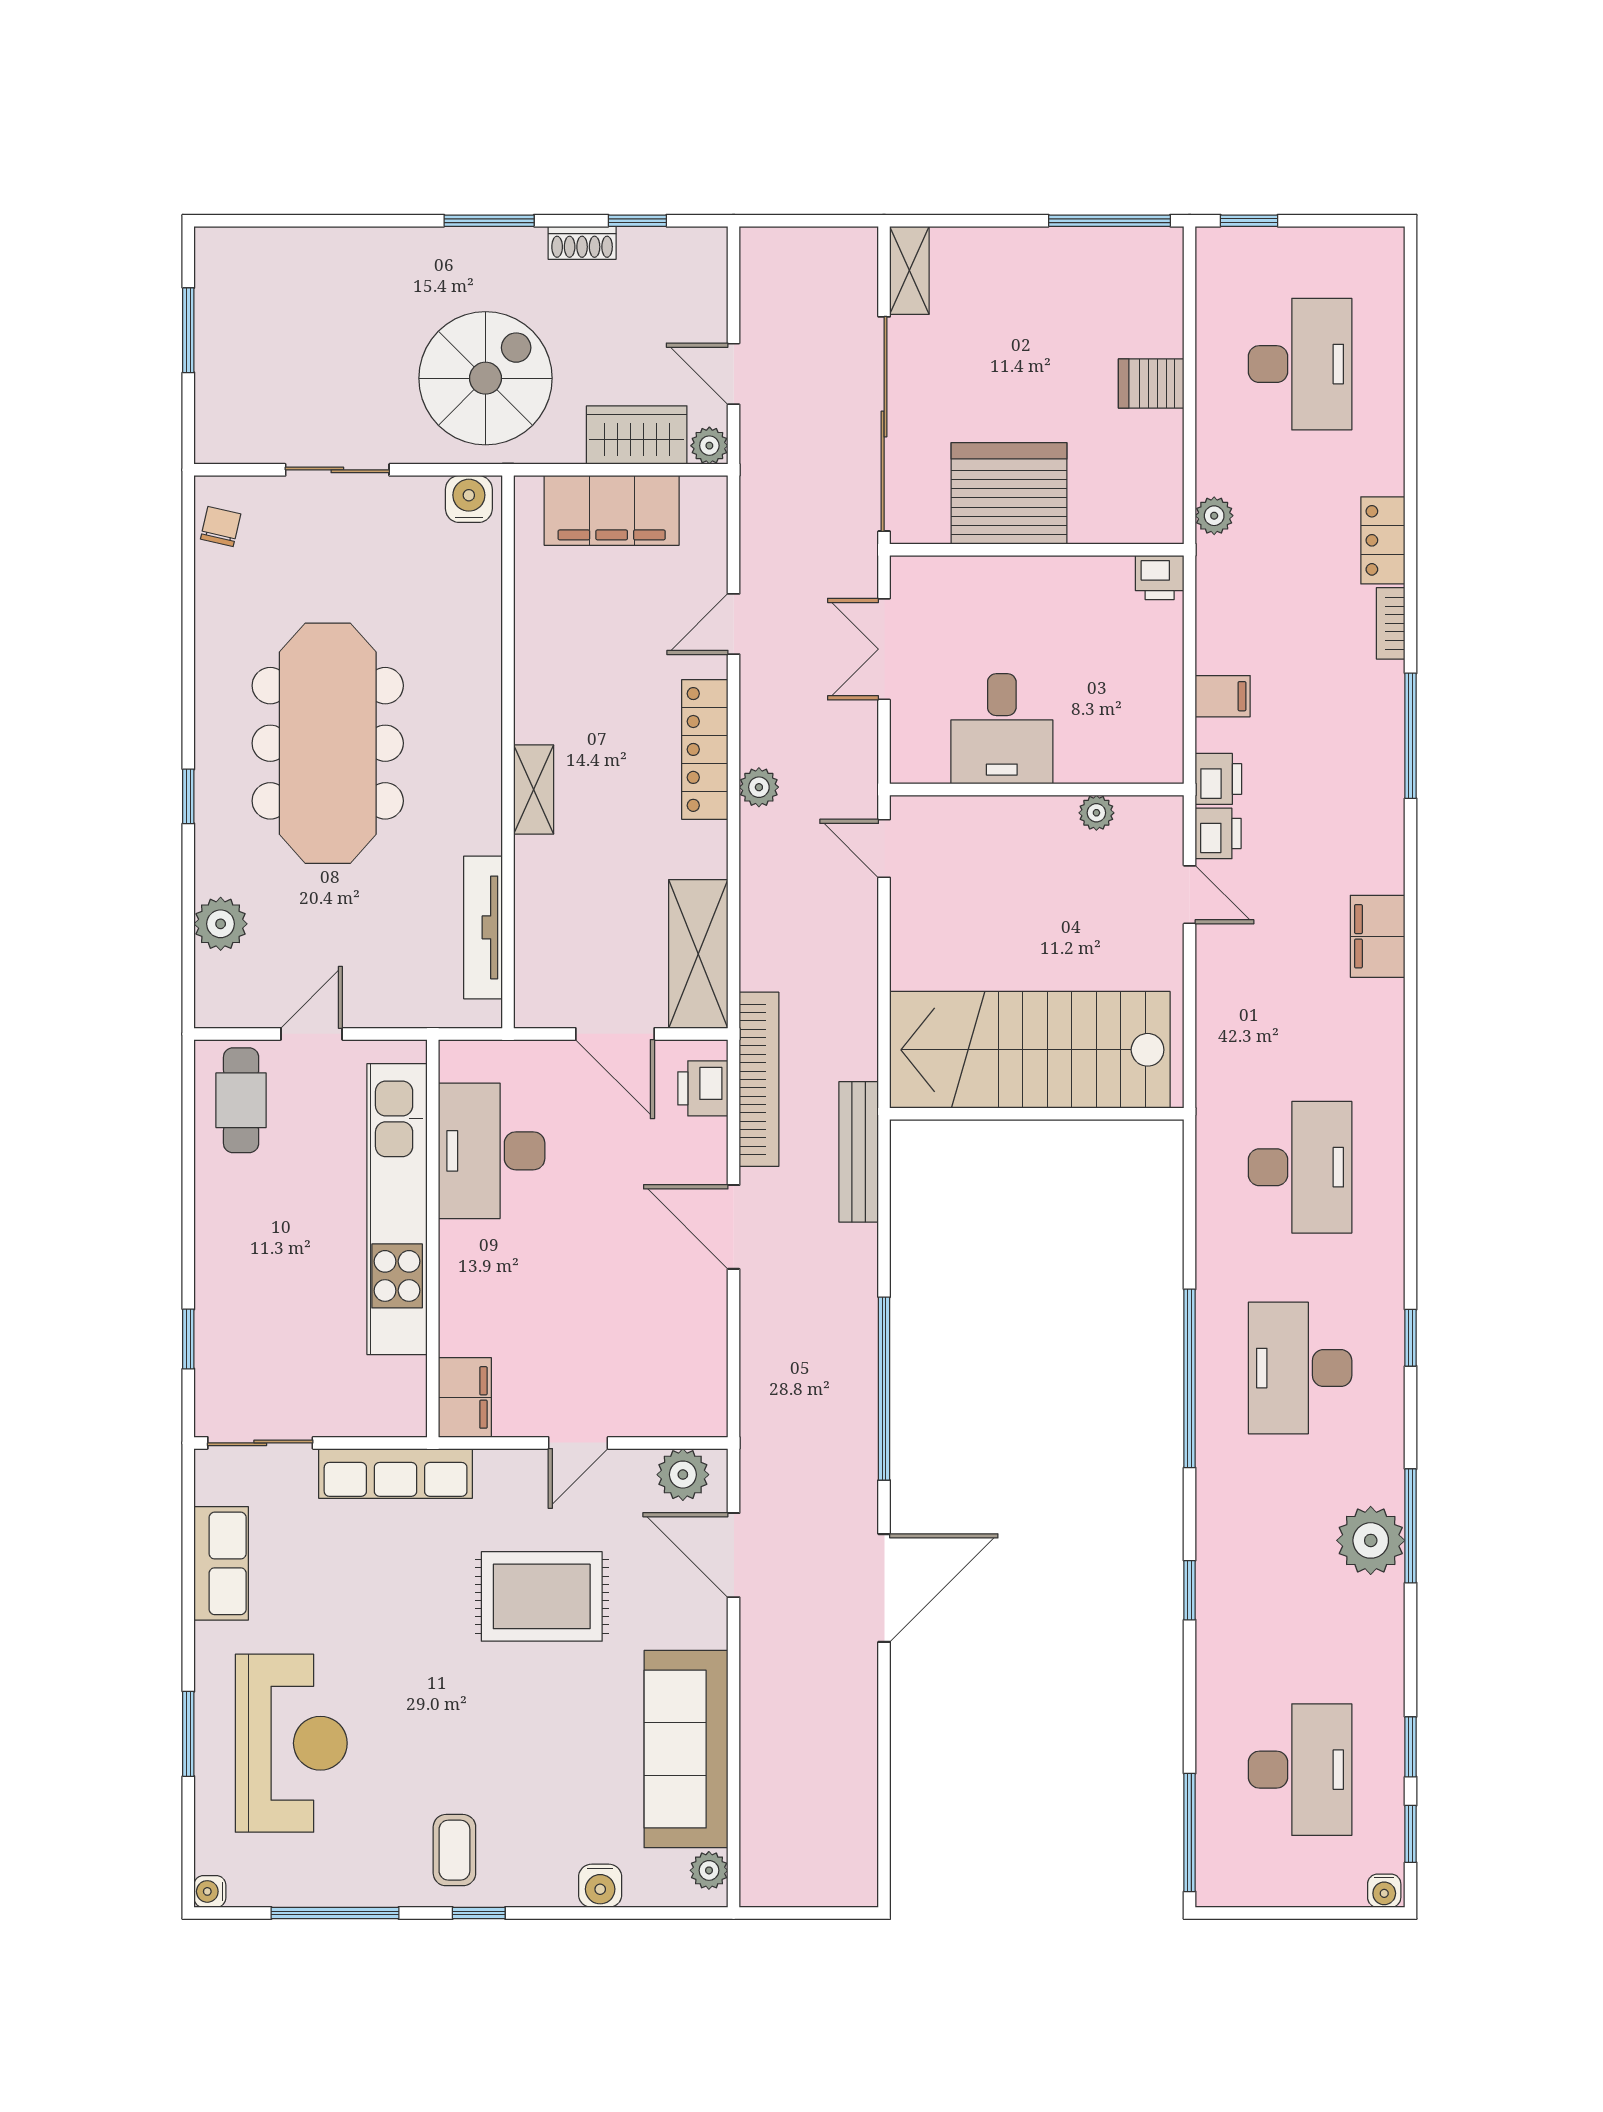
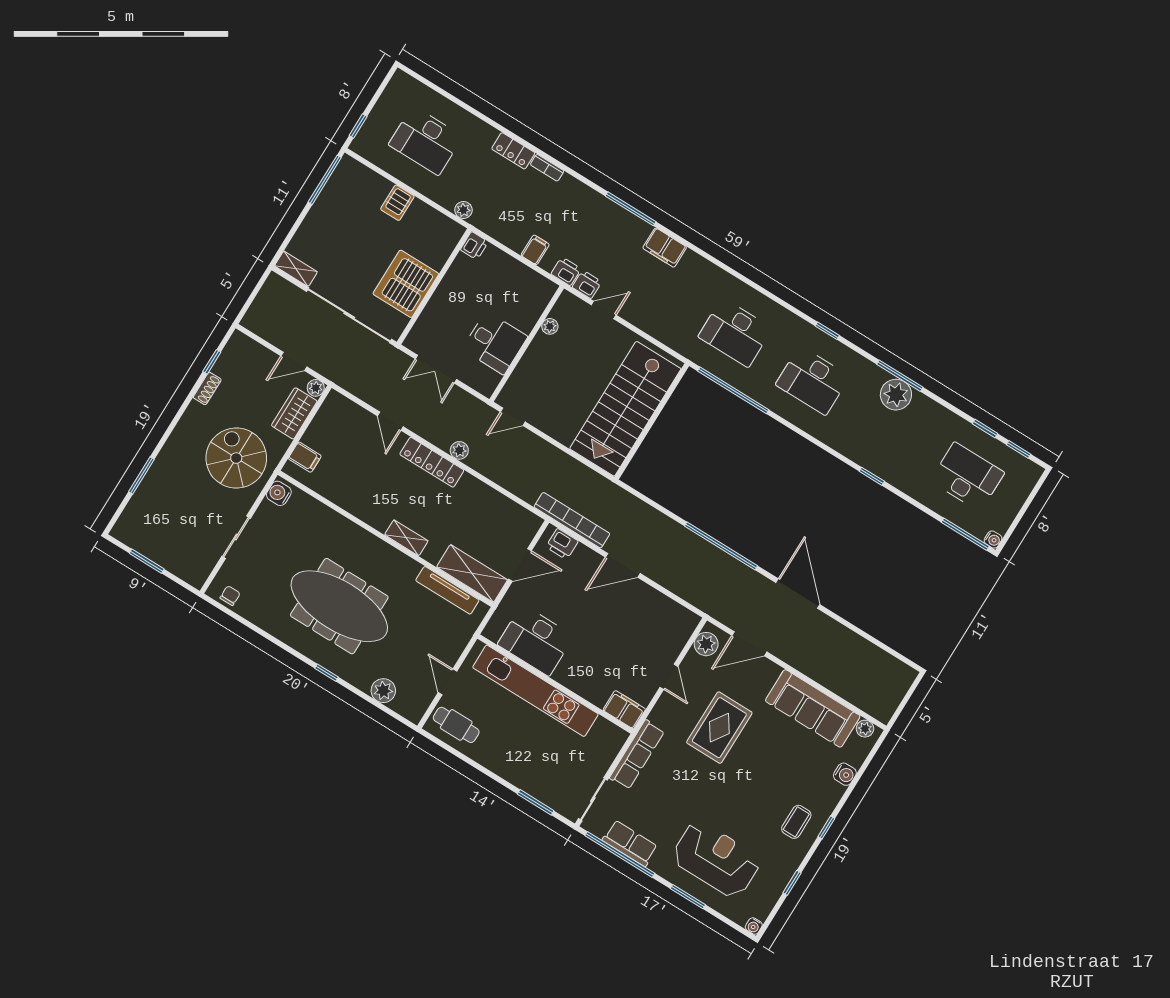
window: (489, 221) -> (141, 475), moved
desk: (1300, 364) -> (426, 141), turned 180
filing cabinet: (612, 510) -> (305, 457), width x0.33, depth x0.86
chair: (221, 526) -> (230, 596), turned 77
window: (1411, 736) -> (631, 209), moved
shelving: (698, 954) -> (472, 573), moved
bench: (859, 1152) -> (624, 499), removed
desk: (1300, 1167) -> (735, 333), turned 180
window: (188, 1339) -> (536, 802), width x1.50
window: (1190, 1378) -> (733, 390), moved
window: (188, 1557) -> (620, 854), added
coffee table: (454, 1850) -> (796, 822), turned 90
water cooler: (1384, 1891) -> (993, 540), moved
window: (335, 1913) -> (792, 883), width x0.46

